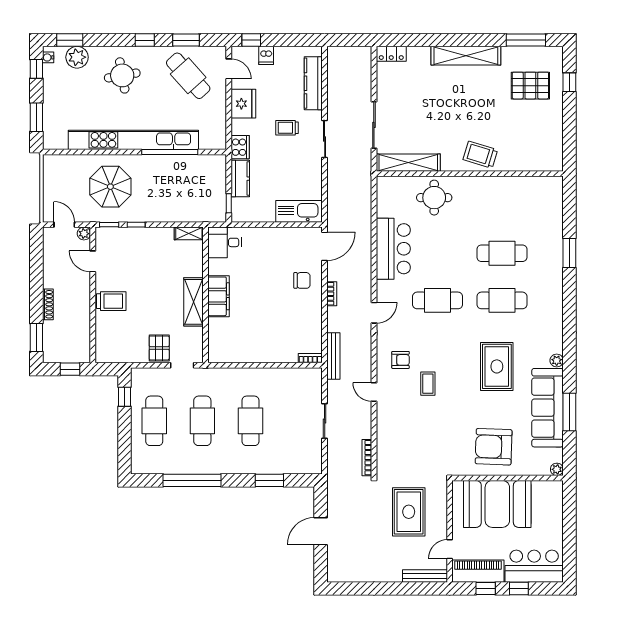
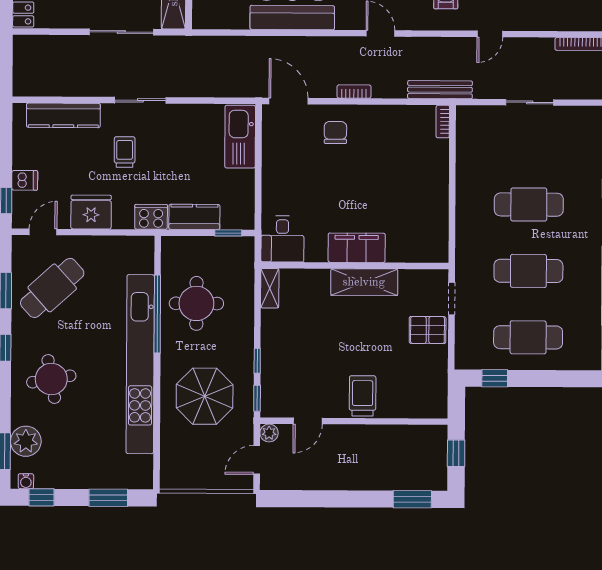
trolley: (287, 128) -> (125, 152), turned 180
round table: (178, 180) -> (196, 303), added
shoe rack: (48, 304) -> (366, 483), removed

